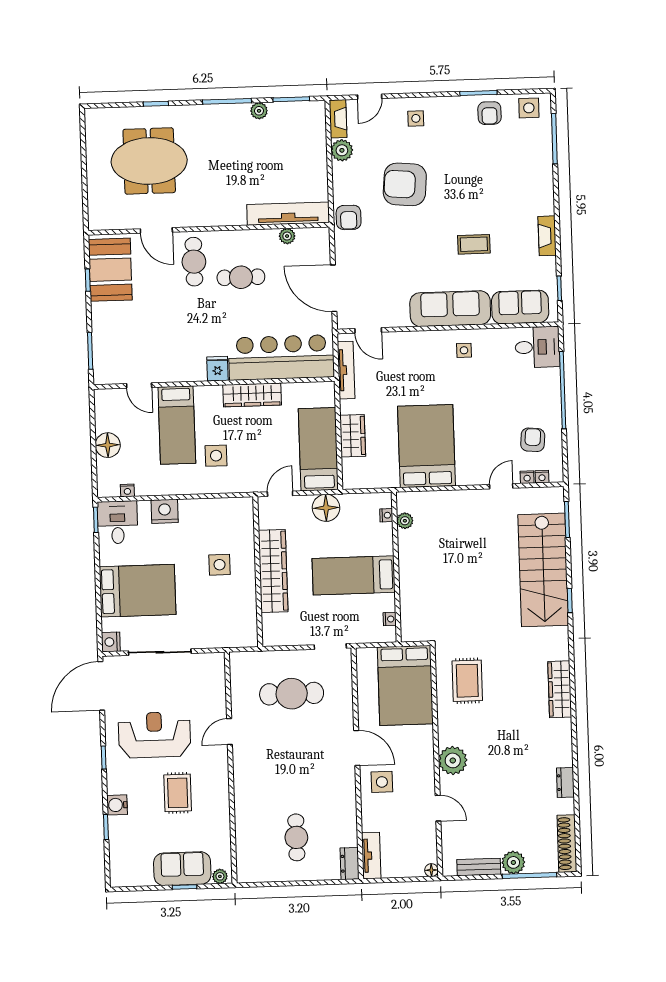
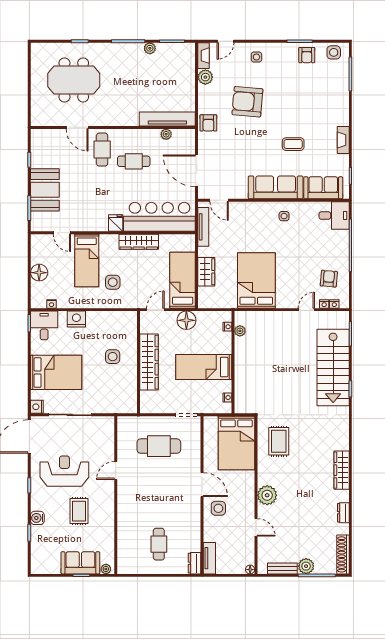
booth: (110, 270) -> (45, 190), moved
wardrobe: (560, 689) -> (342, 470), moved

